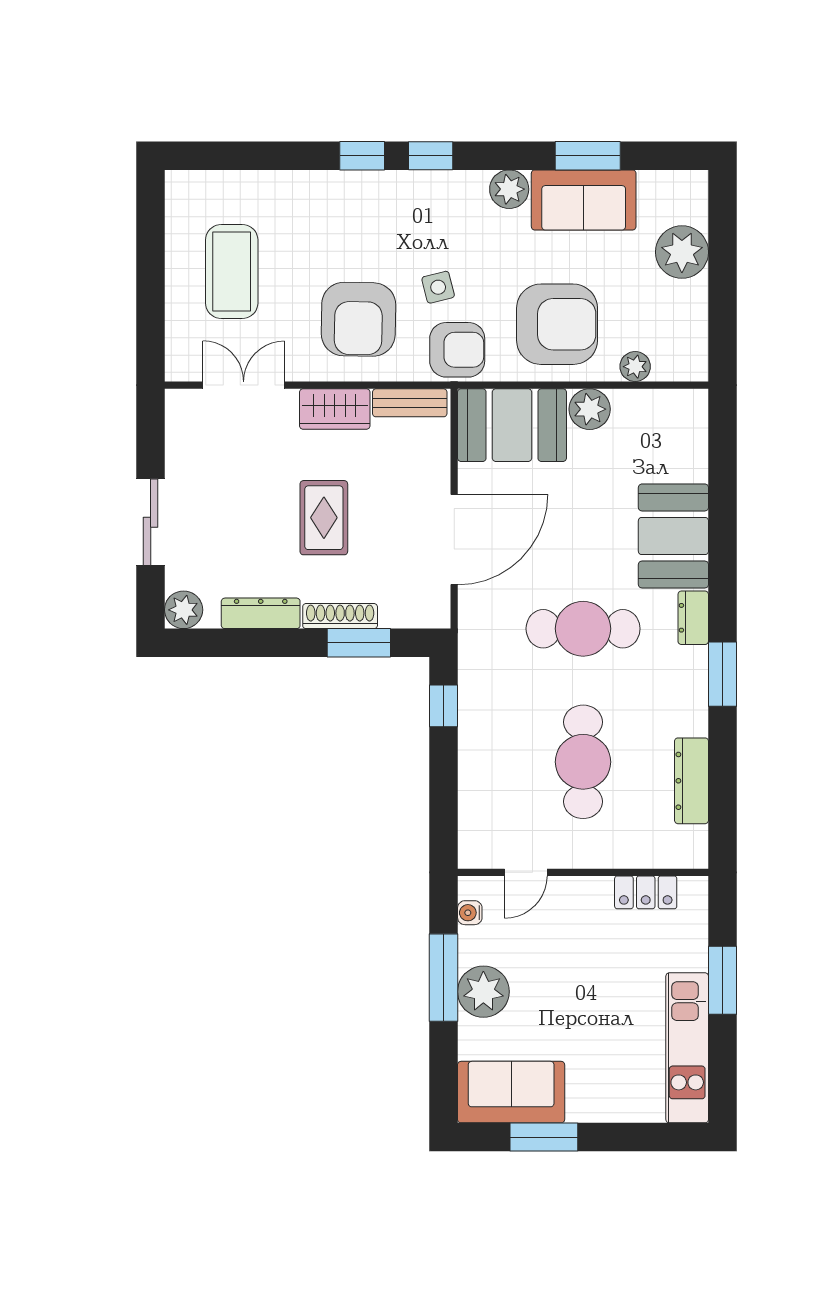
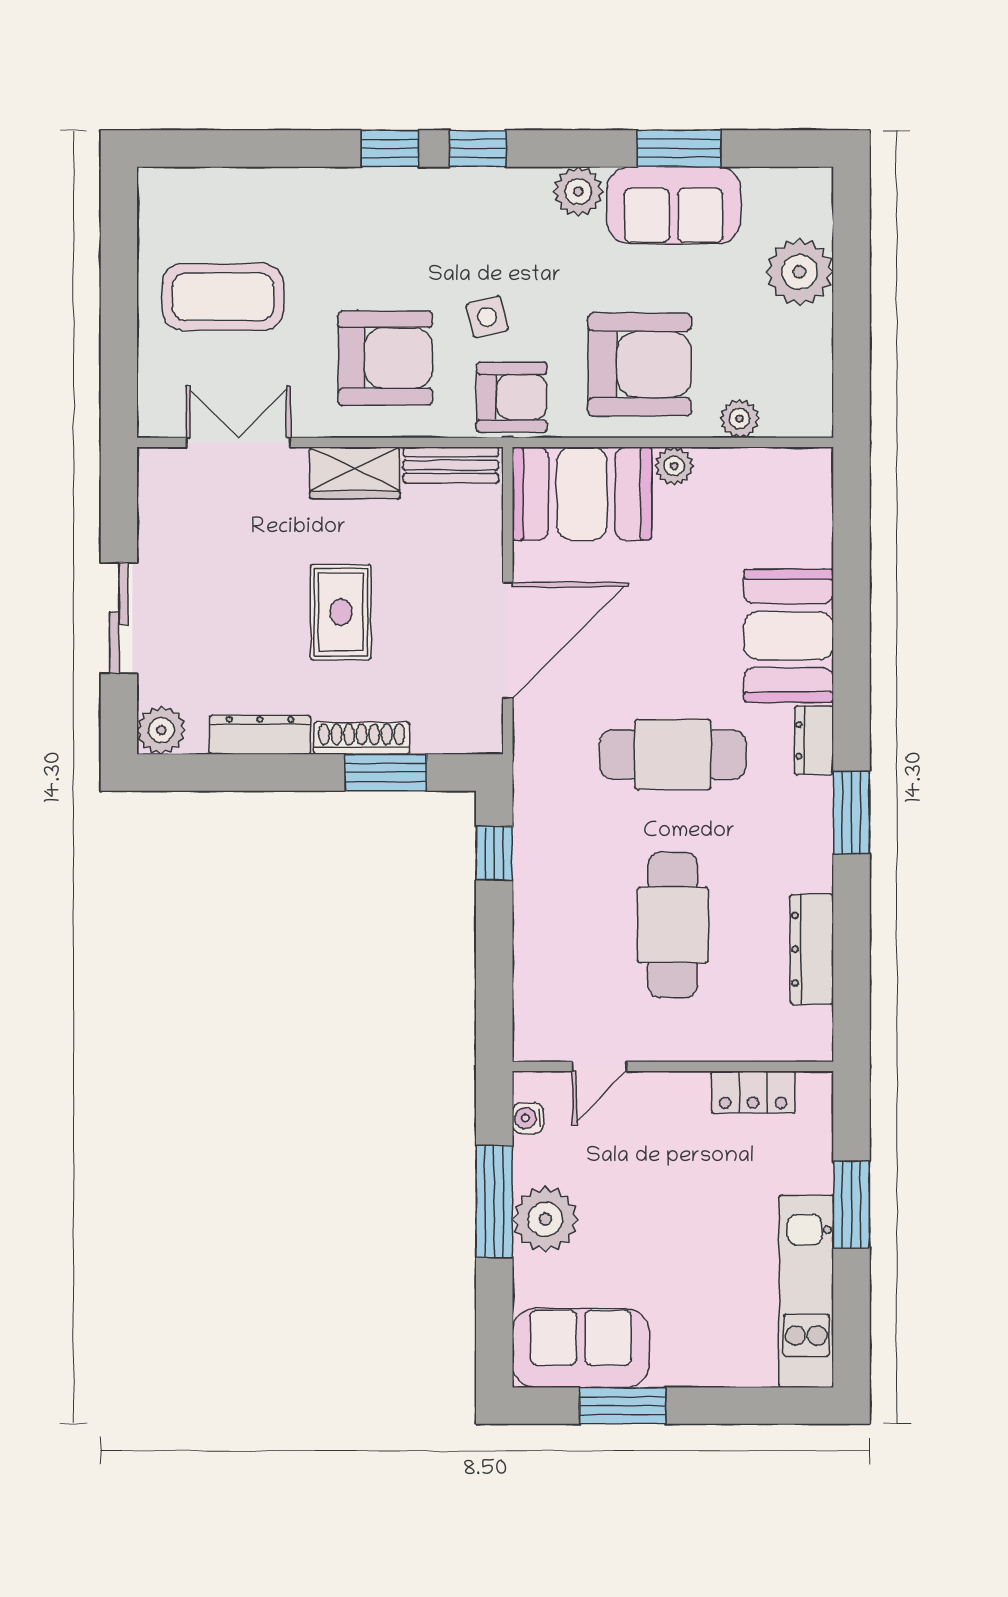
coffee table: (232, 272) -> (223, 297), turned 90
armchair: (358, 319) -> (385, 358), turned -91
plant: (590, 409) -> (674, 466), width x0.73, depth x0.73

